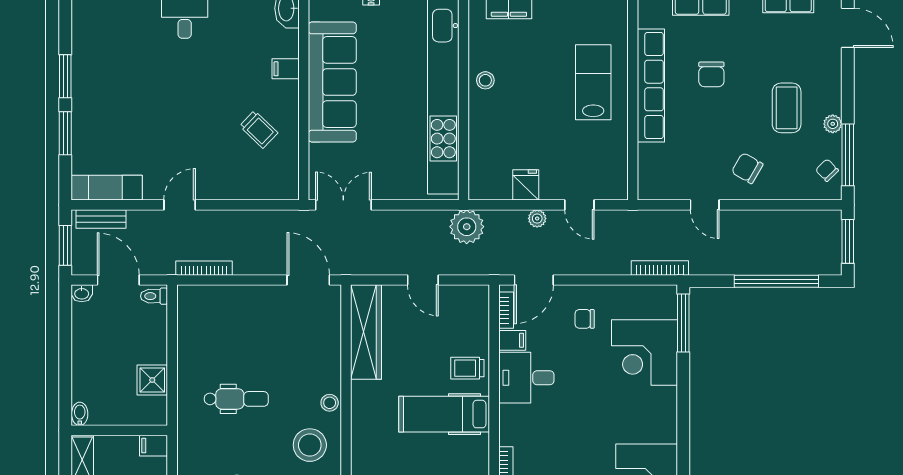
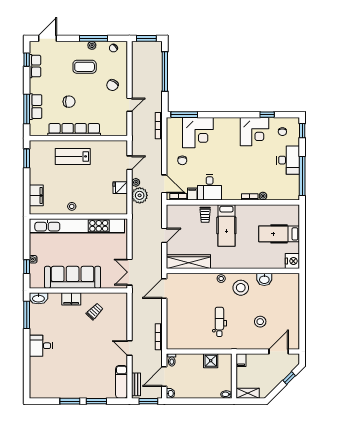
filing cabinet: (286, 69) -> (71, 299), width x2.00
window: (848, 155) -> (94, 38), moved
plant: (467, 227) -> (140, 195), moved

